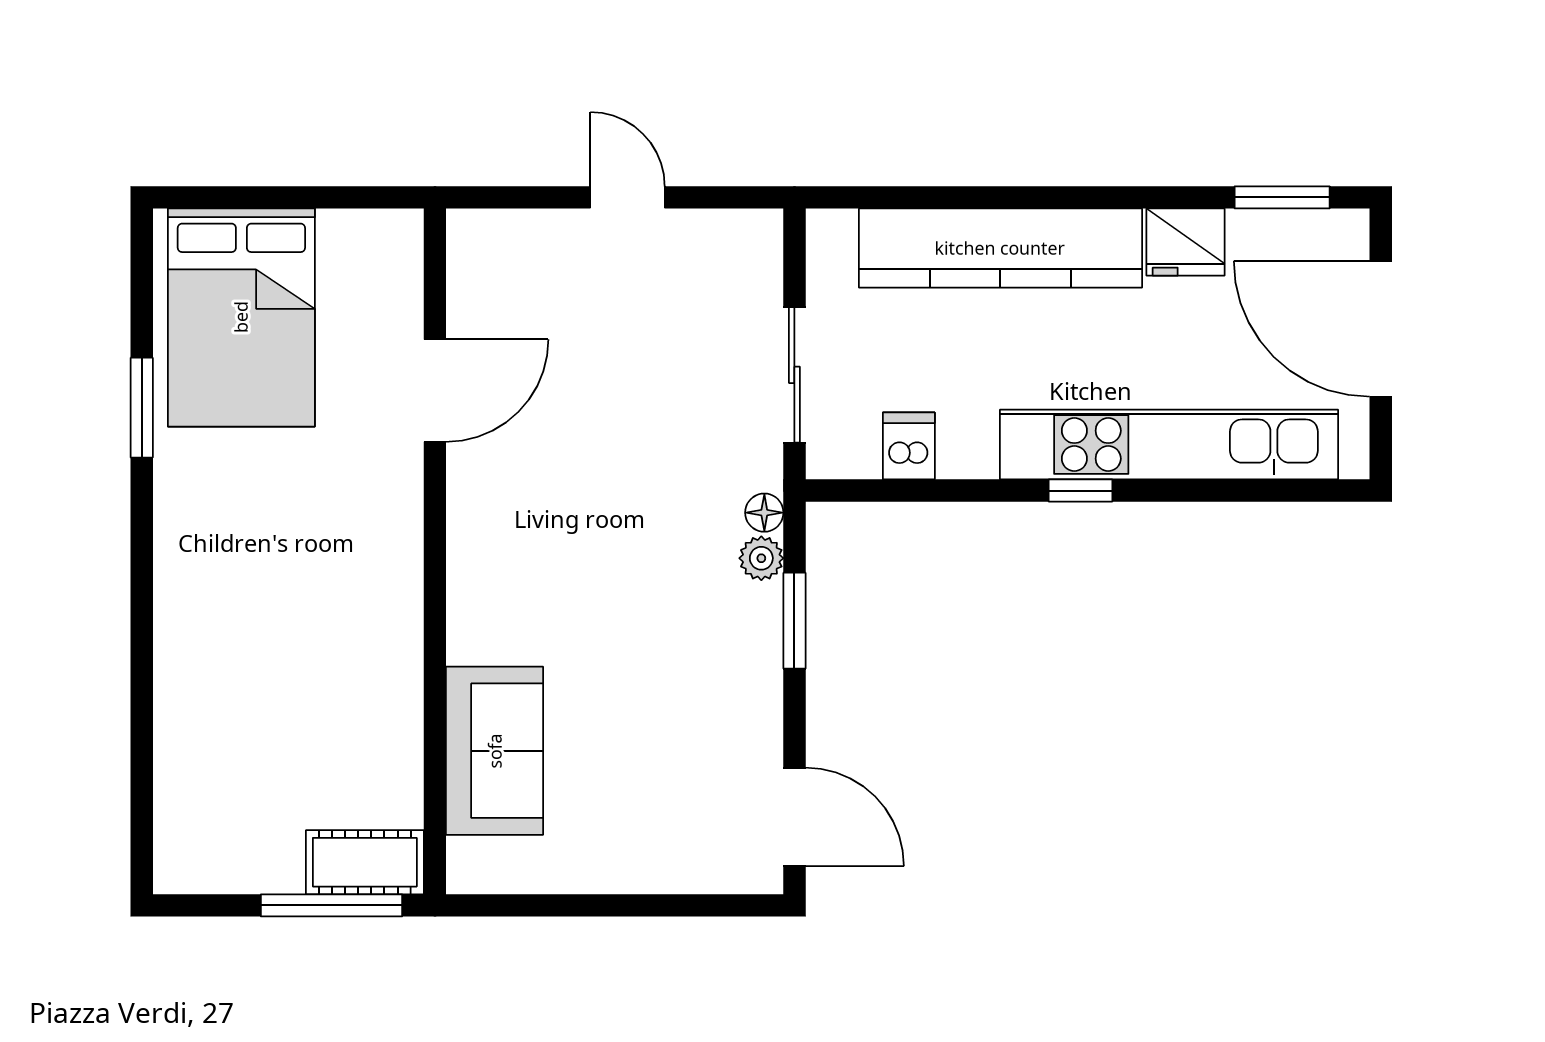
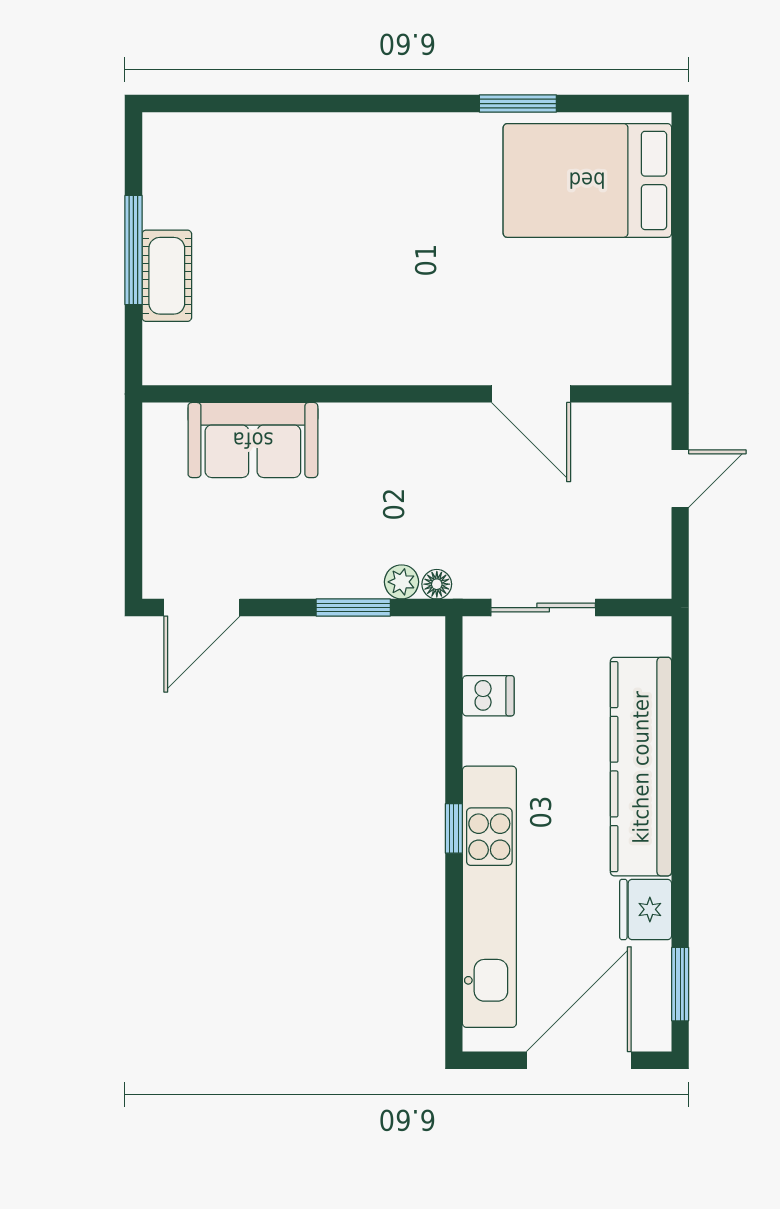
door: (435, 391) -> (531, 394), moved
wall: (435, 551) -> (407, 394), moved
sofa: (495, 751) -> (253, 440), moved

